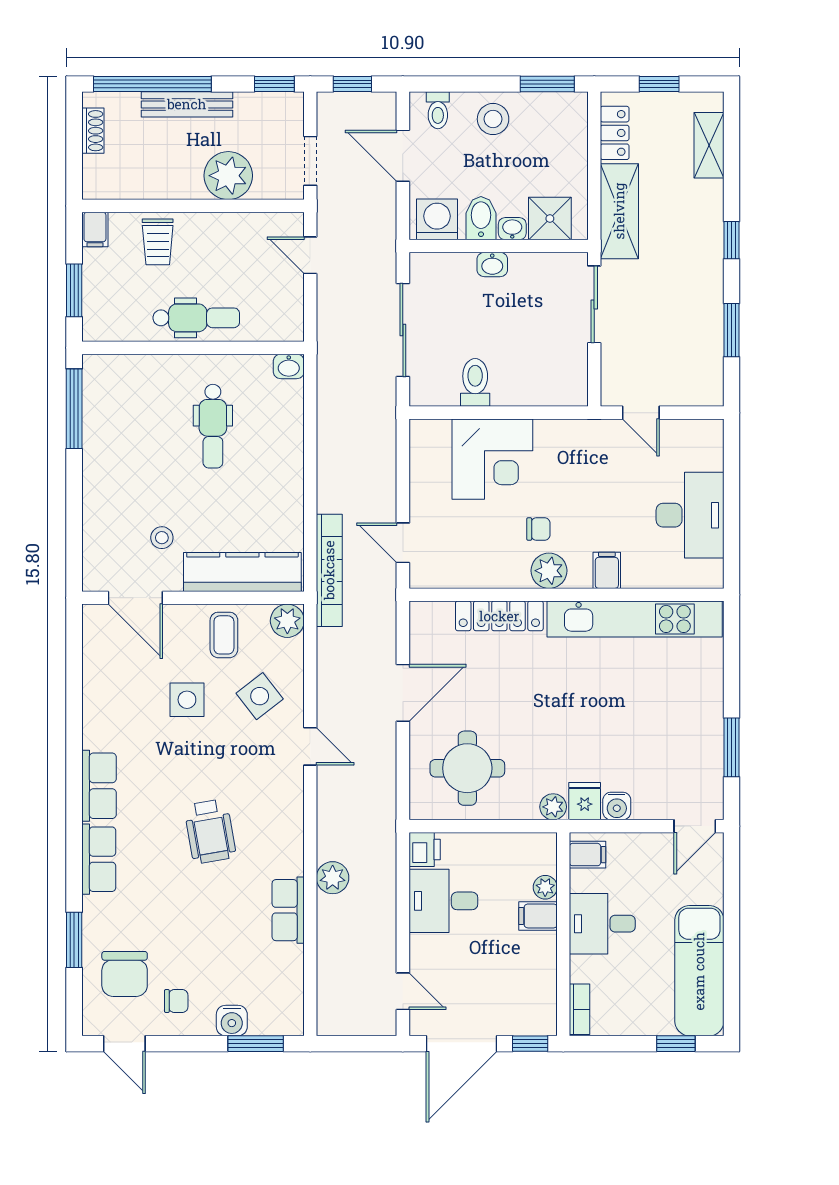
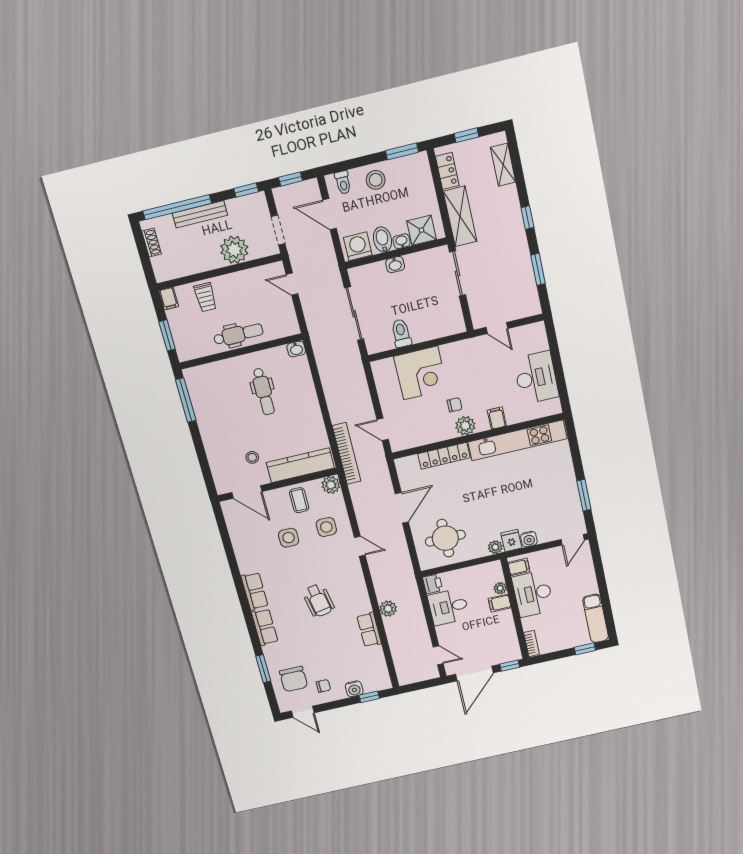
side table: (260, 696) -> (326, 527), turned 38
desk: (602, 924) -> (533, 594), width x1.37
exam couch: (699, 971) -> (596, 618), width x0.73, depth x0.69
window: (256, 1044) -> (369, 697), width x0.67

